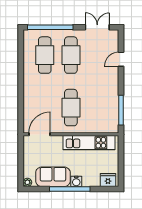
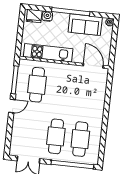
door: (121, 59) -> (12, 106), moved
cafe table: (71, 108) -> (37, 85), moved
door: (40, 134) -> (93, 66), swing flipped
water cooler: (76, 181) -> (47, 16), moved

